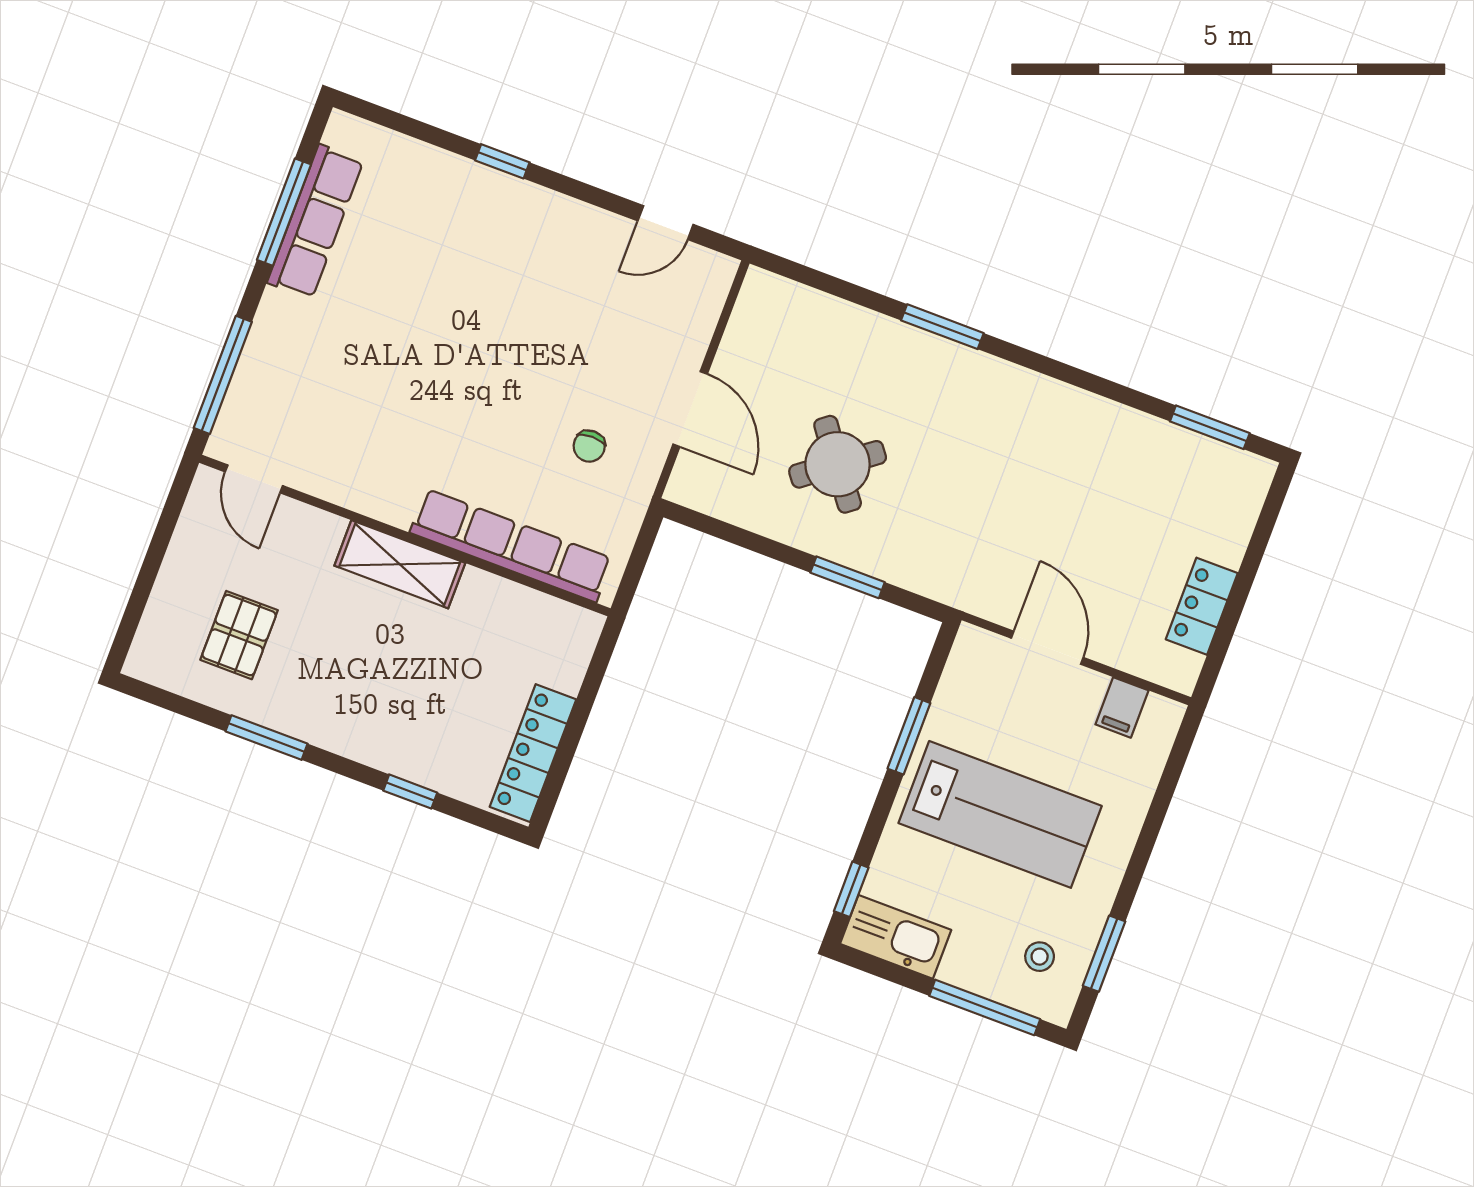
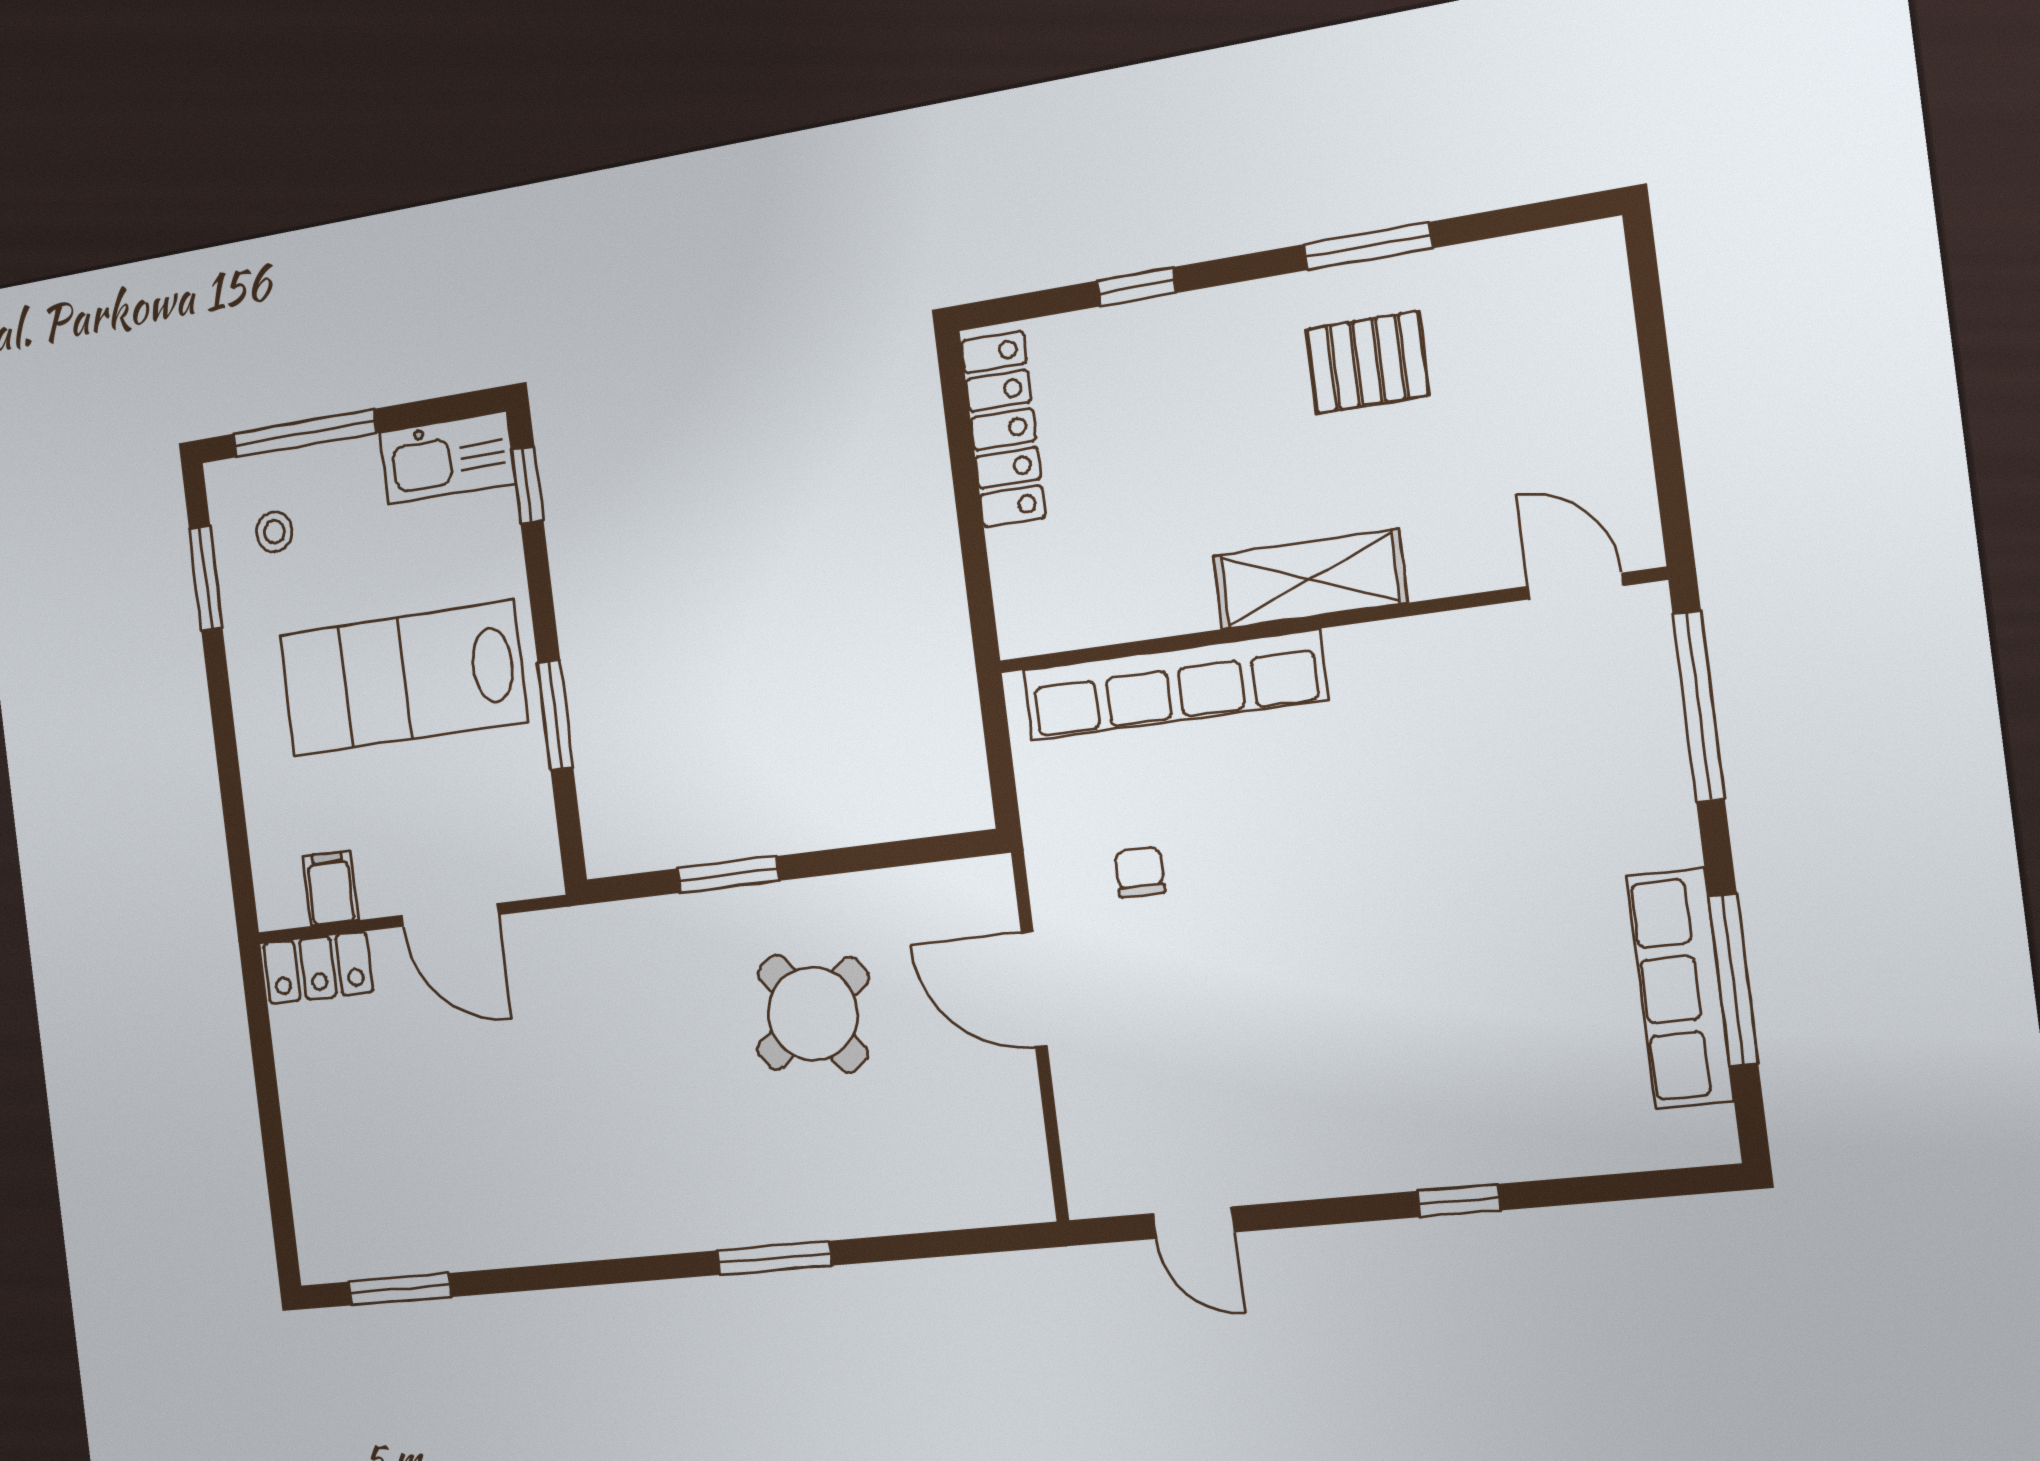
door: (666, 223) -> (1194, 1223), swing flipped
locker: (1202, 606) -> (318, 968), moved, turned 90
pallet: (239, 635) -> (1367, 362), moved, turned 90

